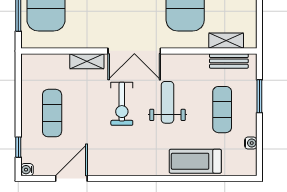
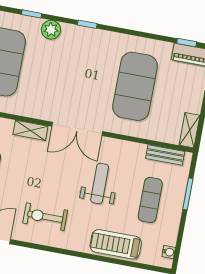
shelving: (226, 41) -> (190, 130), moved, turned 90
exercise bike: (122, 104) -> (45, 217), moved, turned 90
water cooler: (251, 143) -> (169, 252), moved

